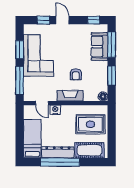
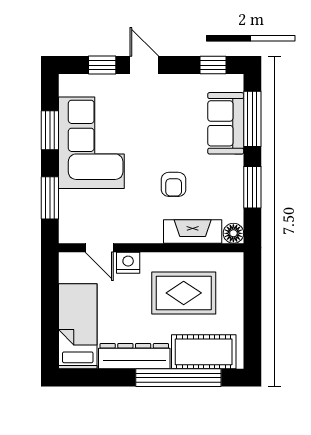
window: (20, 80) -> (50, 198), width x0.69
fireplace: (70, 96) -> (193, 231), moved
rug: (90, 124) -> (184, 293), moved
window: (60, 162) -> (178, 378), moved

